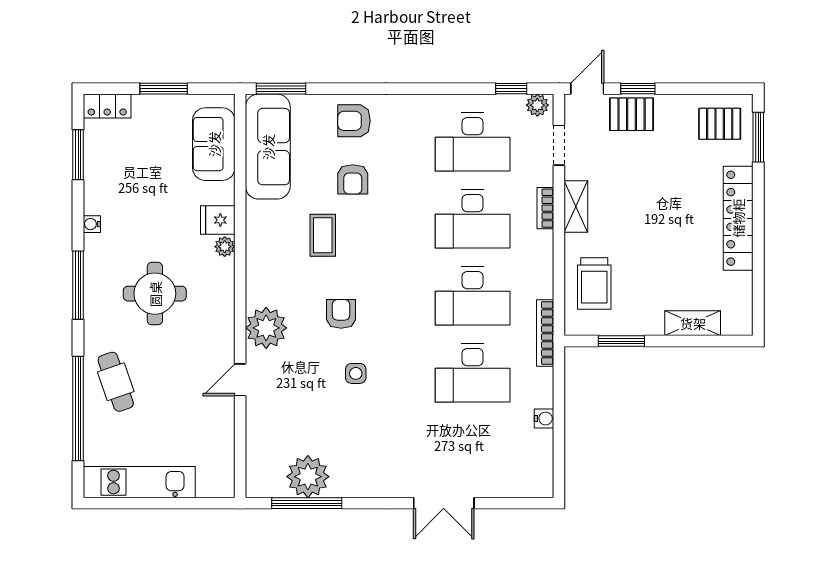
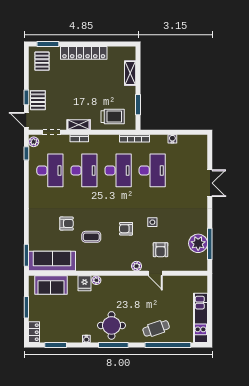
armchair: (354, 121) -> (161, 250), moved
round table: (155, 294) -> (111, 325), moved
plant: (266, 328) -> (137, 266), width x0.53, depth x0.53

